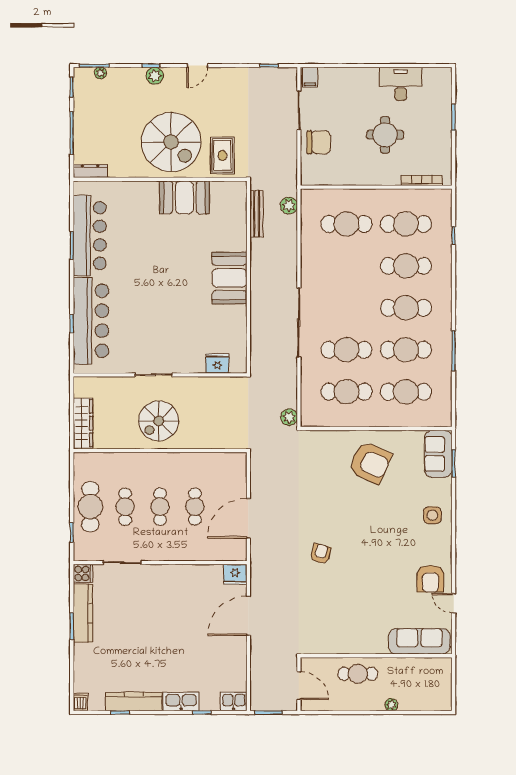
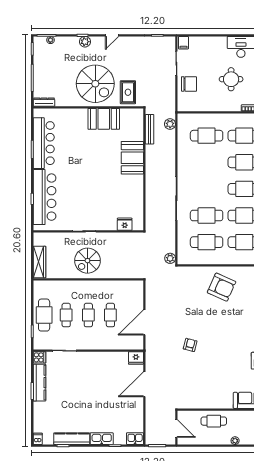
booth: (229, 278) -> (132, 158), moved

